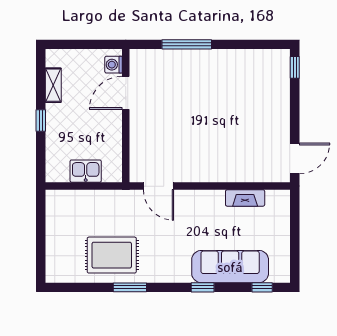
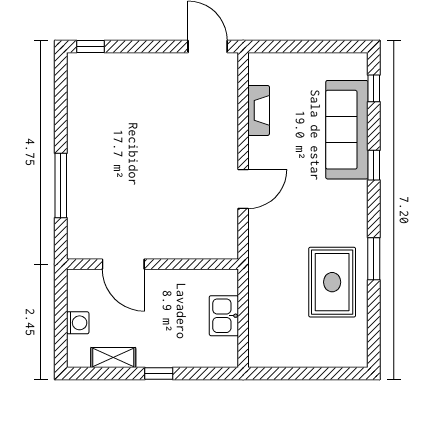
washing machine: (114, 65) -> (78, 323), moved, turned -90
door: (158, 186) -> (243, 189), moved

